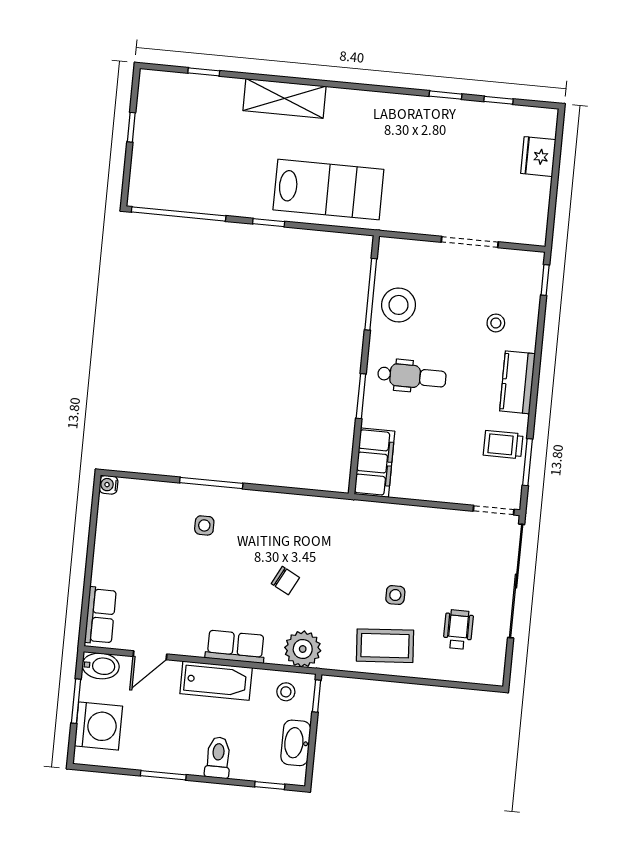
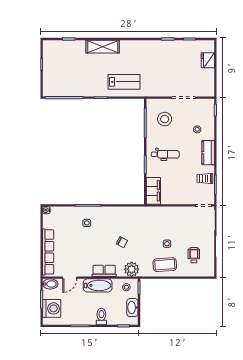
lab bench: (328, 190) -> (124, 82), width x0.73, depth x0.72
stool: (399, 305) -> (165, 119), moved
row of seats: (100, 616) -> (48, 252), width x2.02

